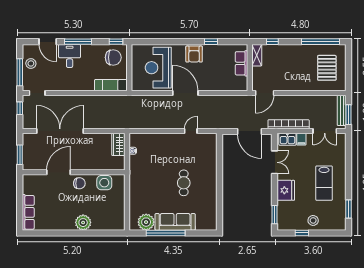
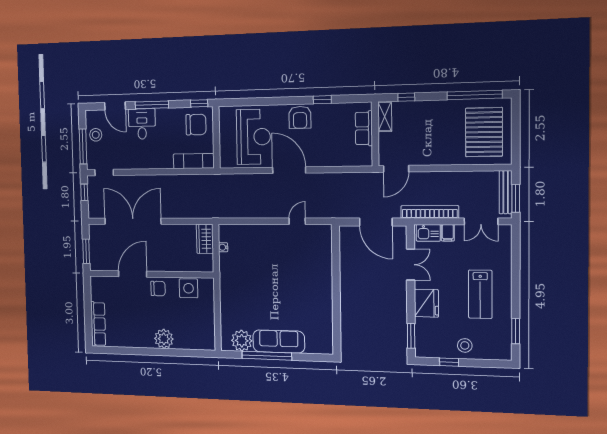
reception desk: (158, 68) -> (253, 137), turned 180
pallet: (327, 68) -> (484, 132), width x1.37, depth x1.41
cafe table: (184, 183) -> (289, 290), removed

